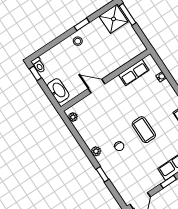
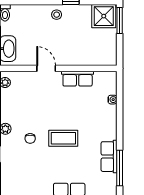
row of seats: (134, 73) -> (78, 79), moved
coffee table: (144, 130) -> (63, 138), turned 90

